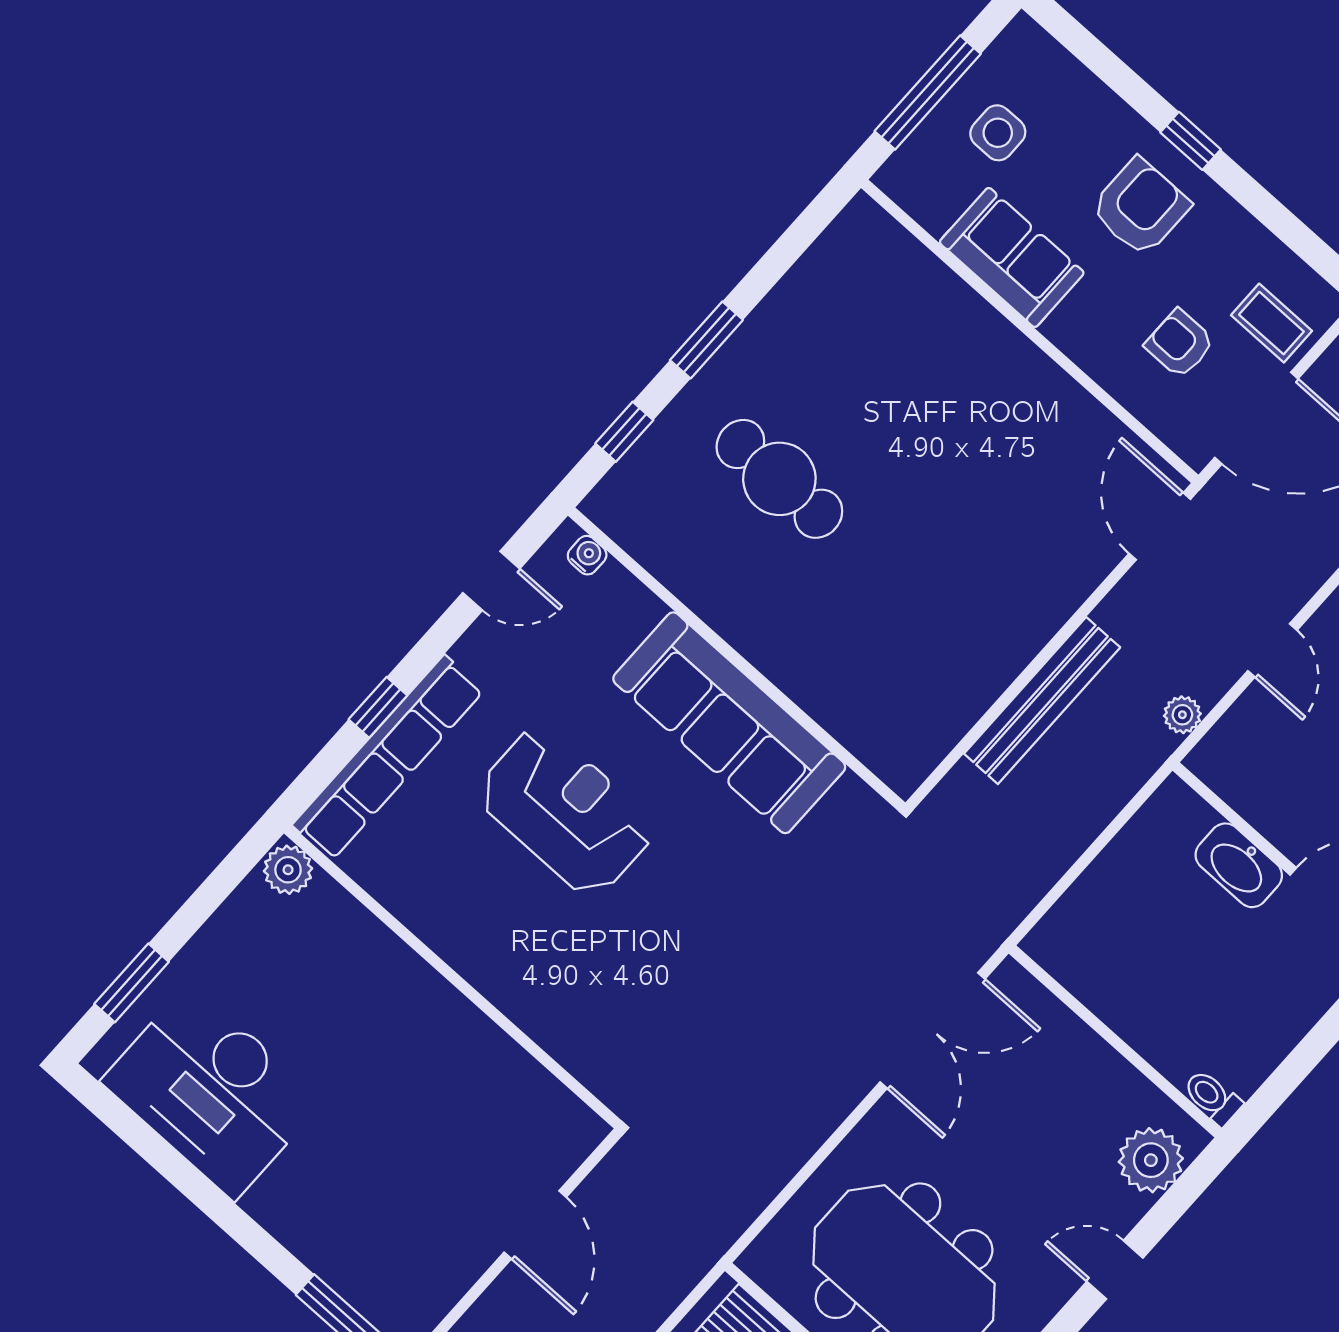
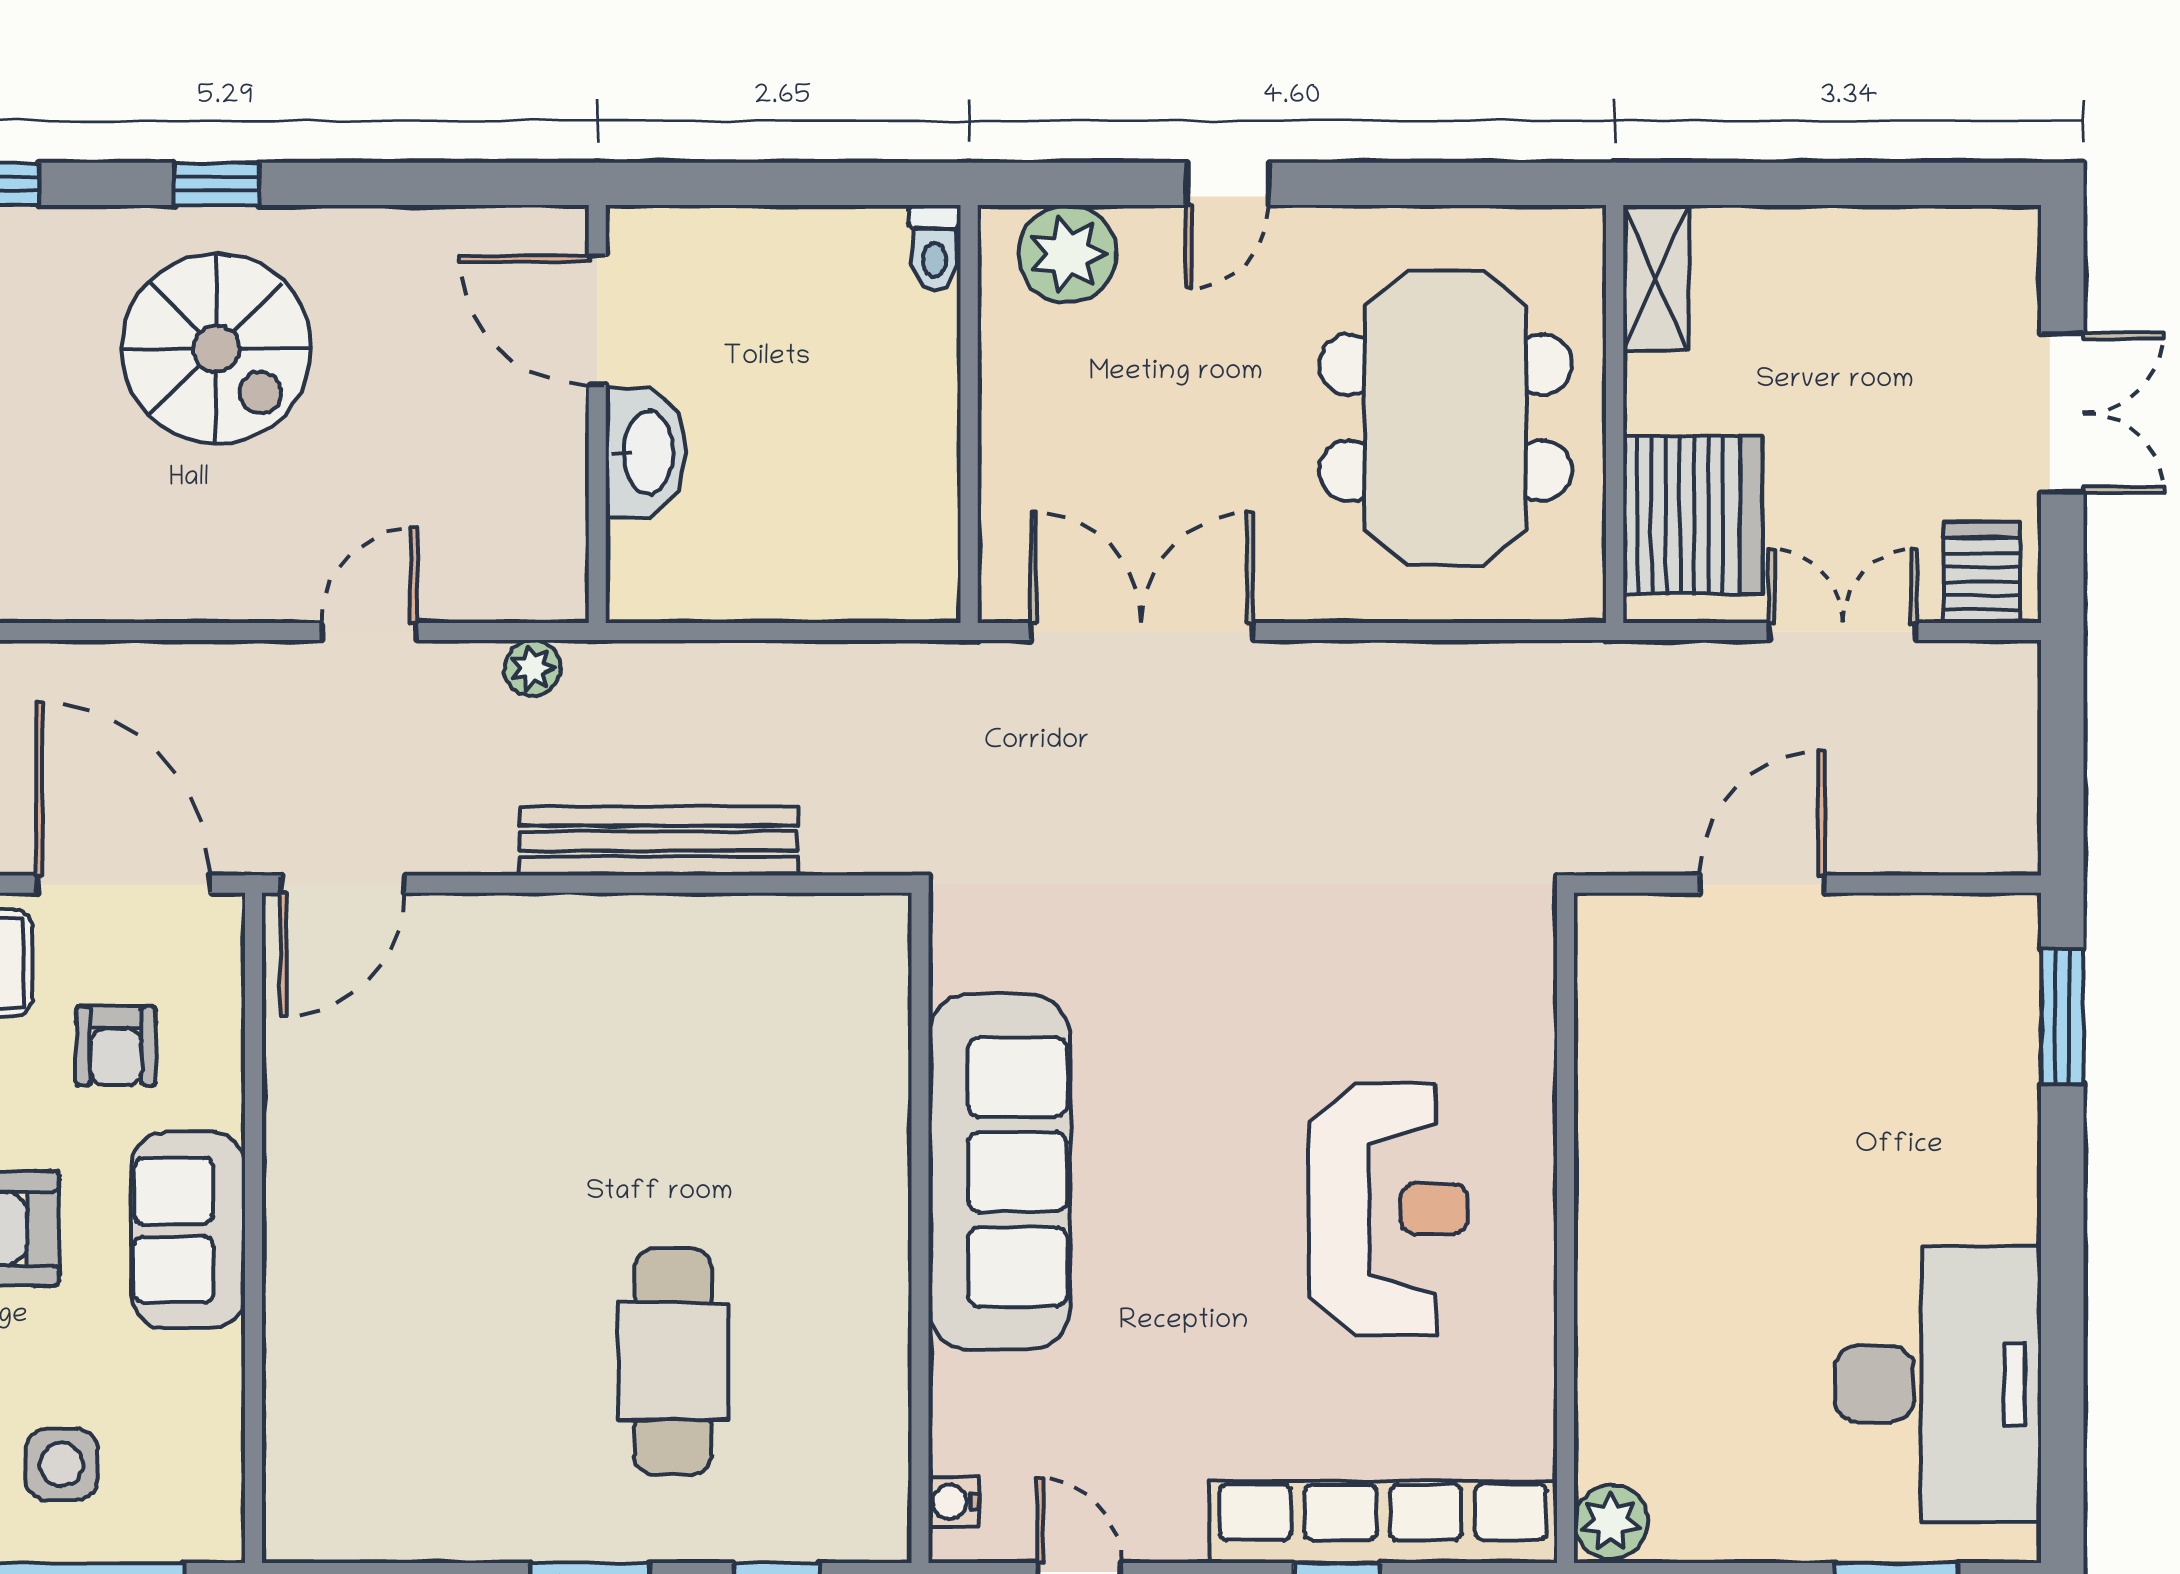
sofa: (1012, 257) -> (188, 1230), moved
reception desk: (565, 811) -> (1388, 1209), moved, turned 180
door: (1115, 1270) -> (1227, 184), hinge flipped

